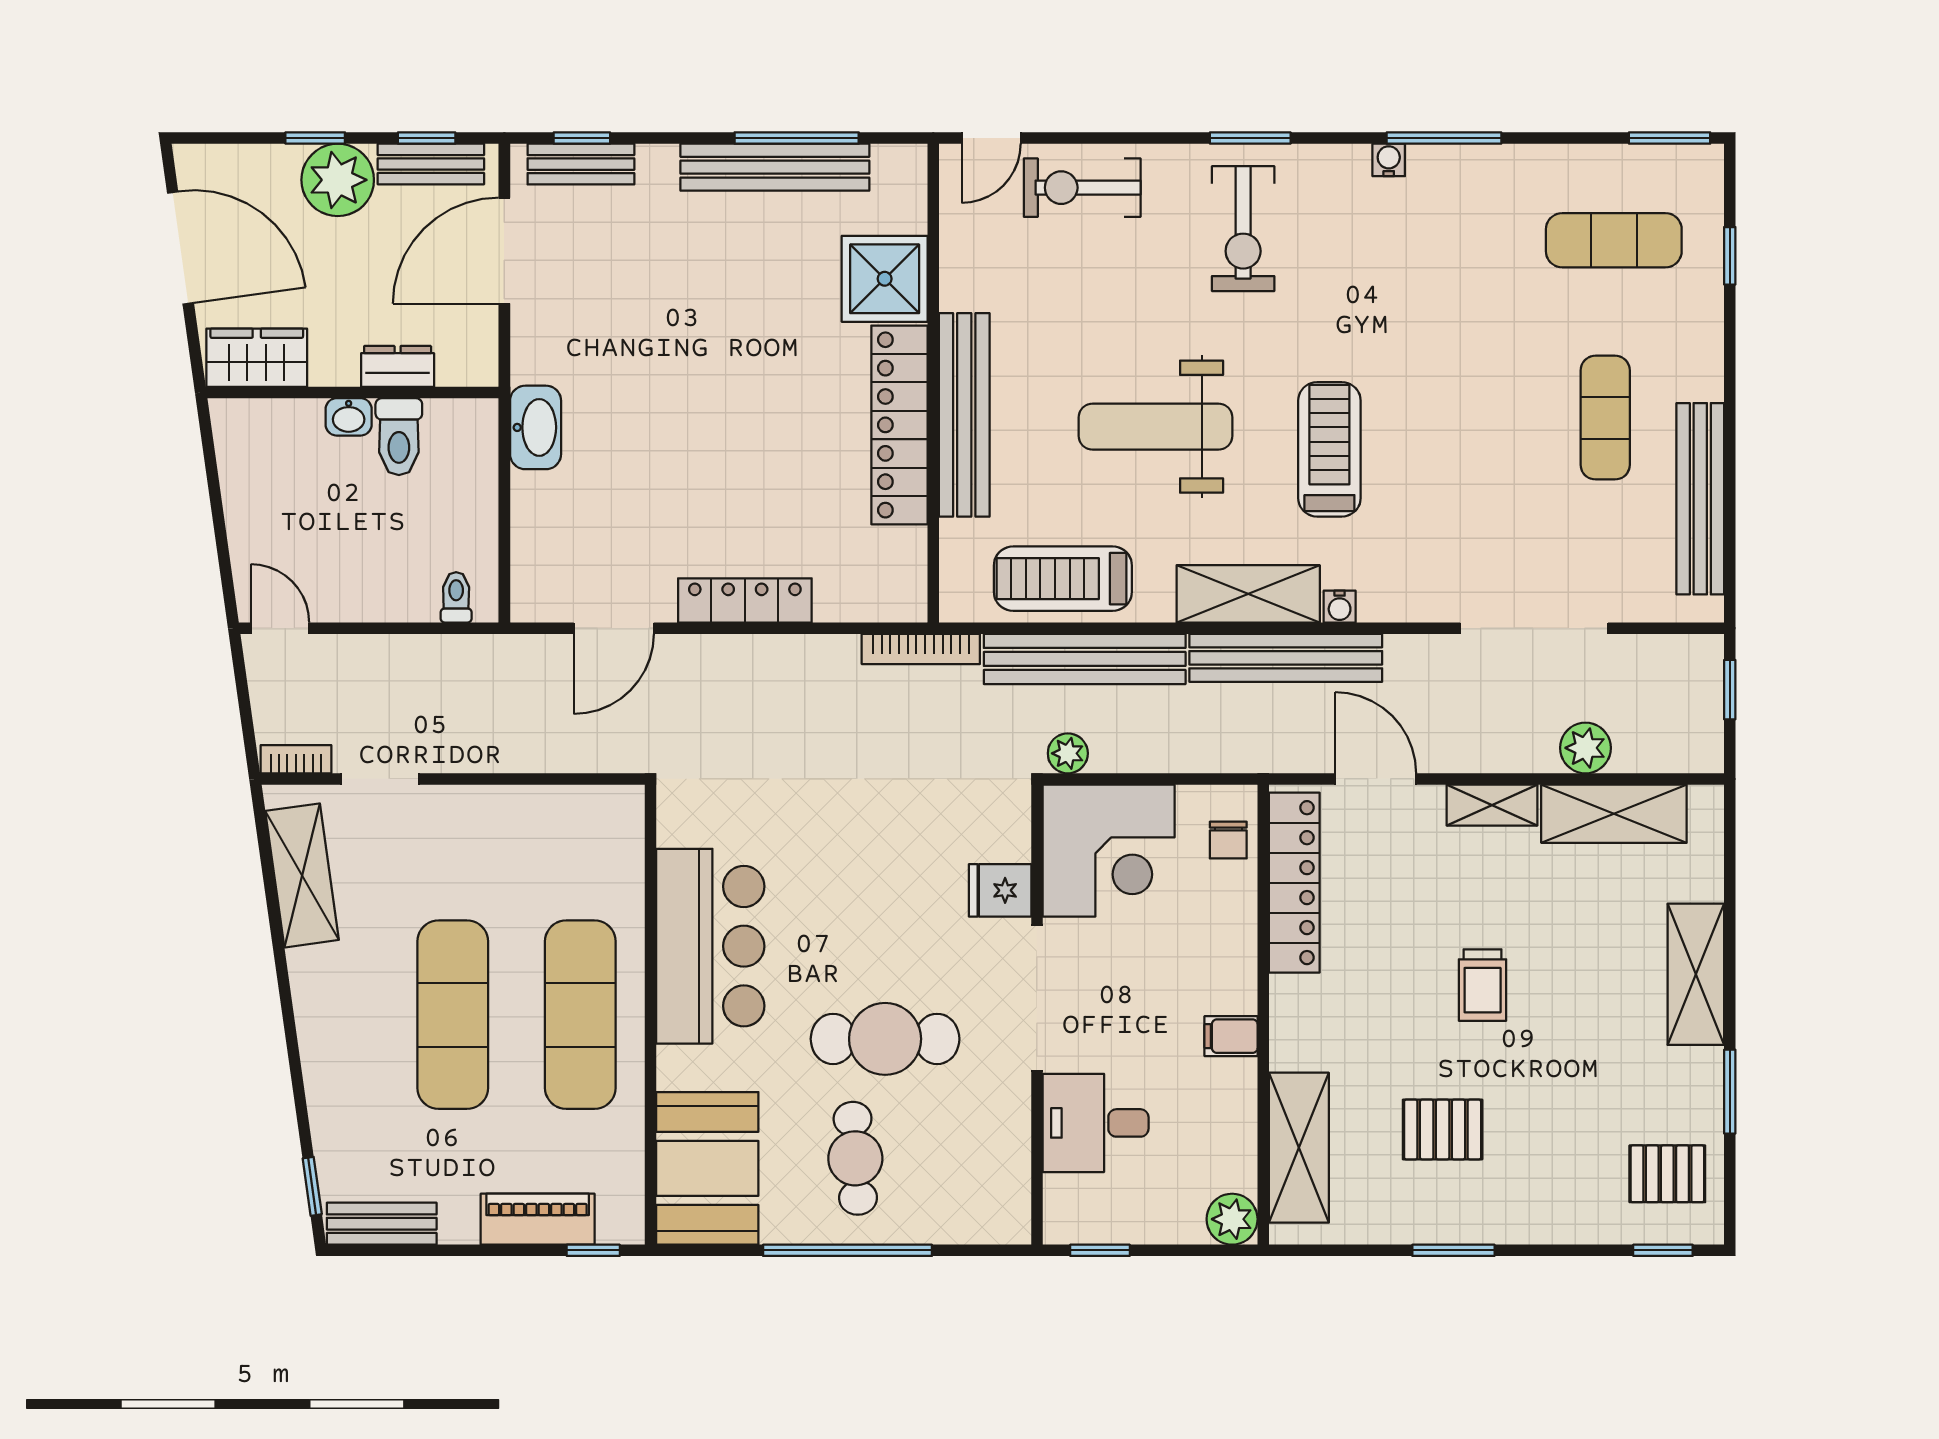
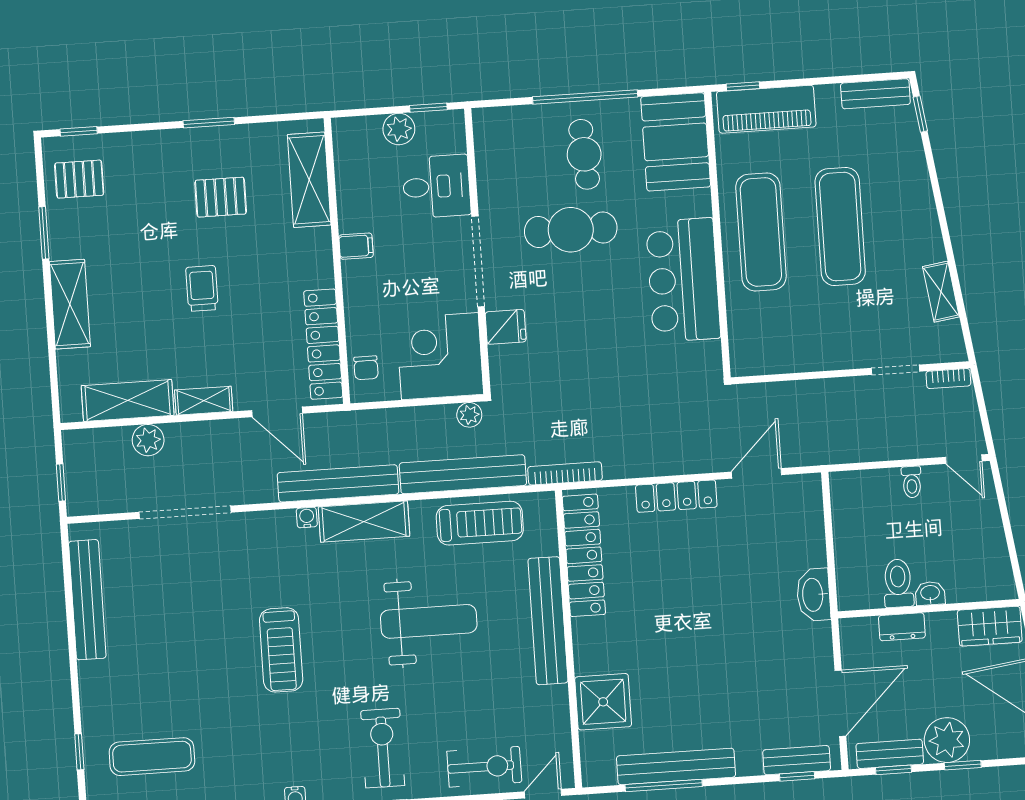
exercise mat: (1605, 418) -> (150, 646), removed
locker: (899, 425) -> (584, 555), moved
treadmill: (1329, 449) -> (281, 650), moved
toilet: (456, 597) -> (912, 482), moved
chair: (1228, 840) -> (366, 368), turned 180
shelving: (302, 875) -> (941, 292), width x0.67, depth x0.75
piano: (538, 1219) -> (766, 109), width x1.37, depth x1.33
plant: (1232, 1219) -> (399, 129), moved

